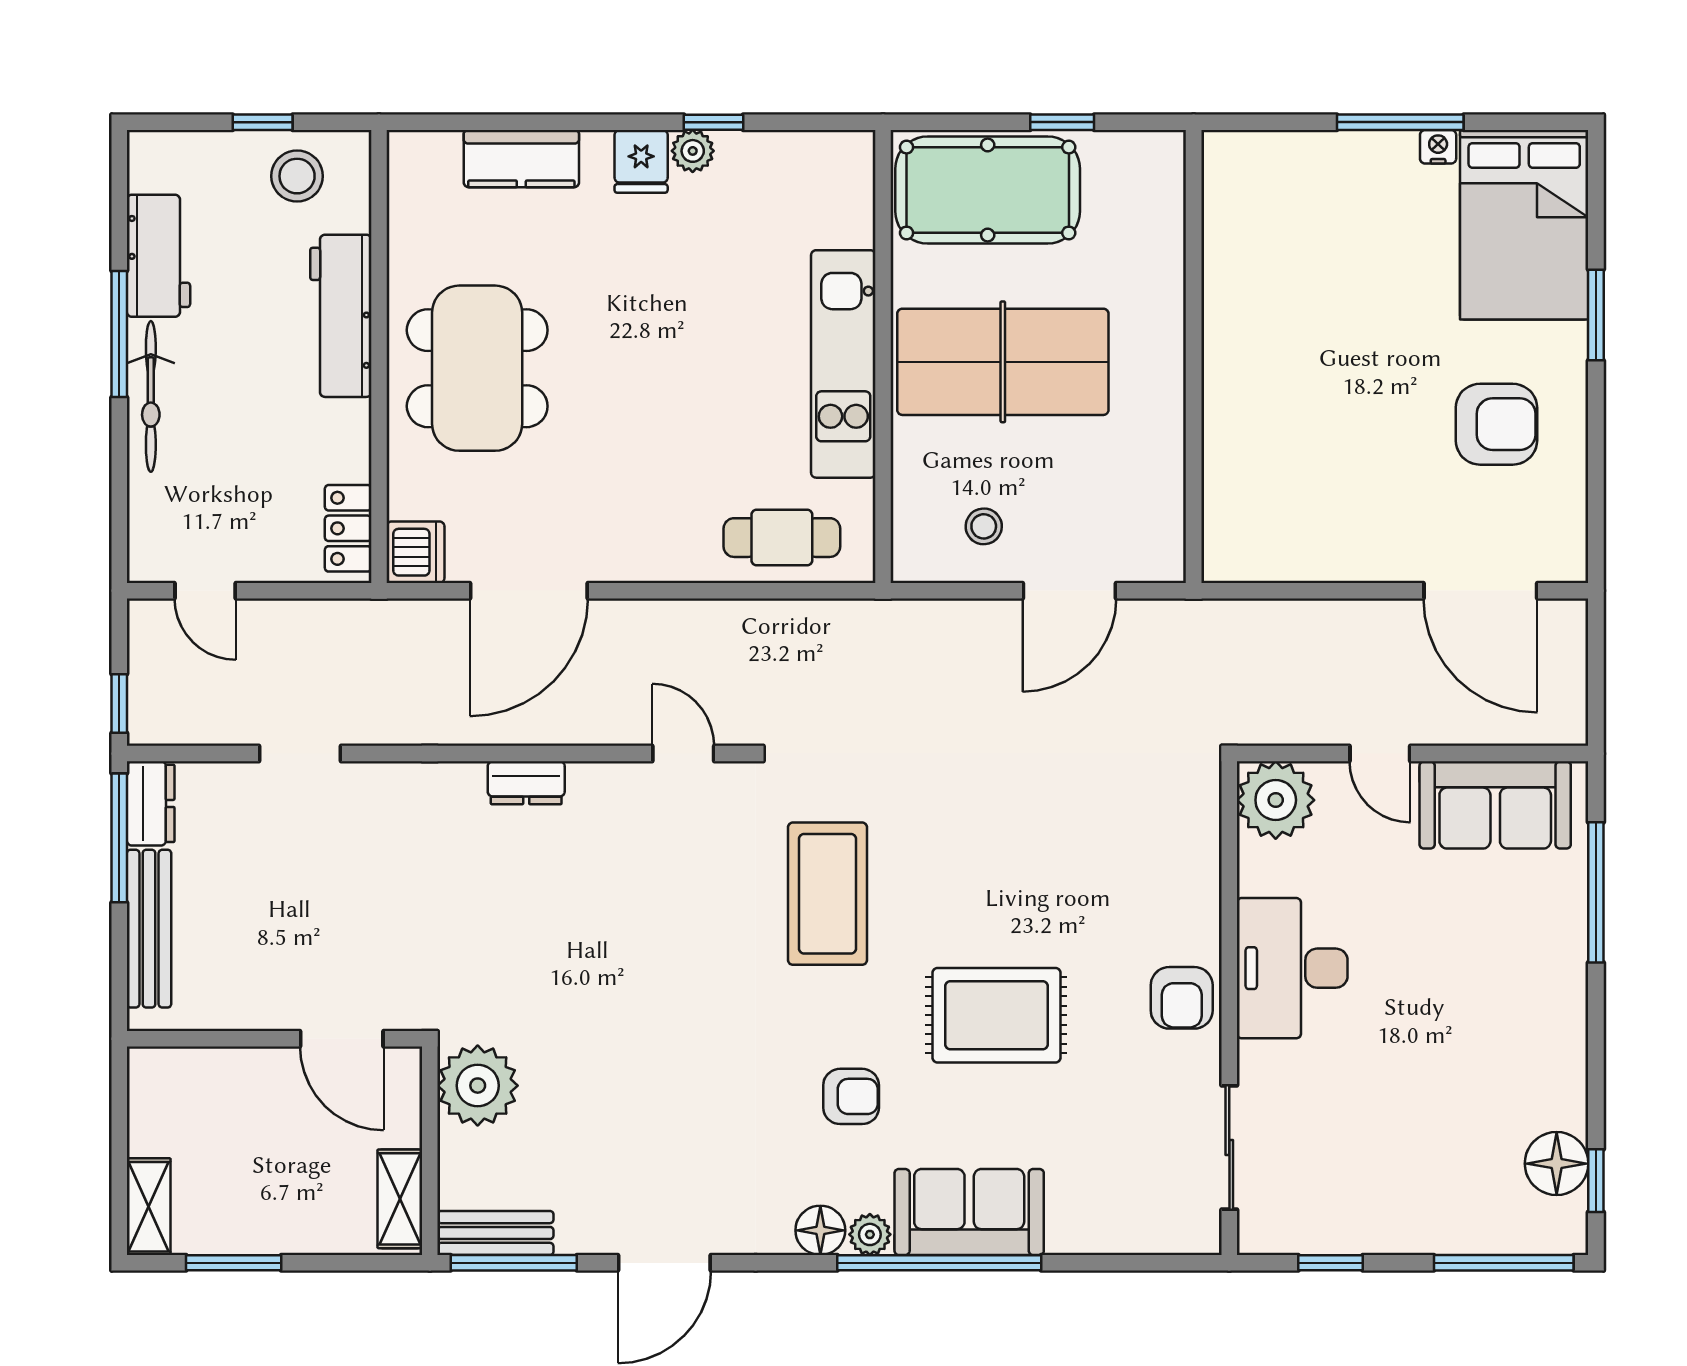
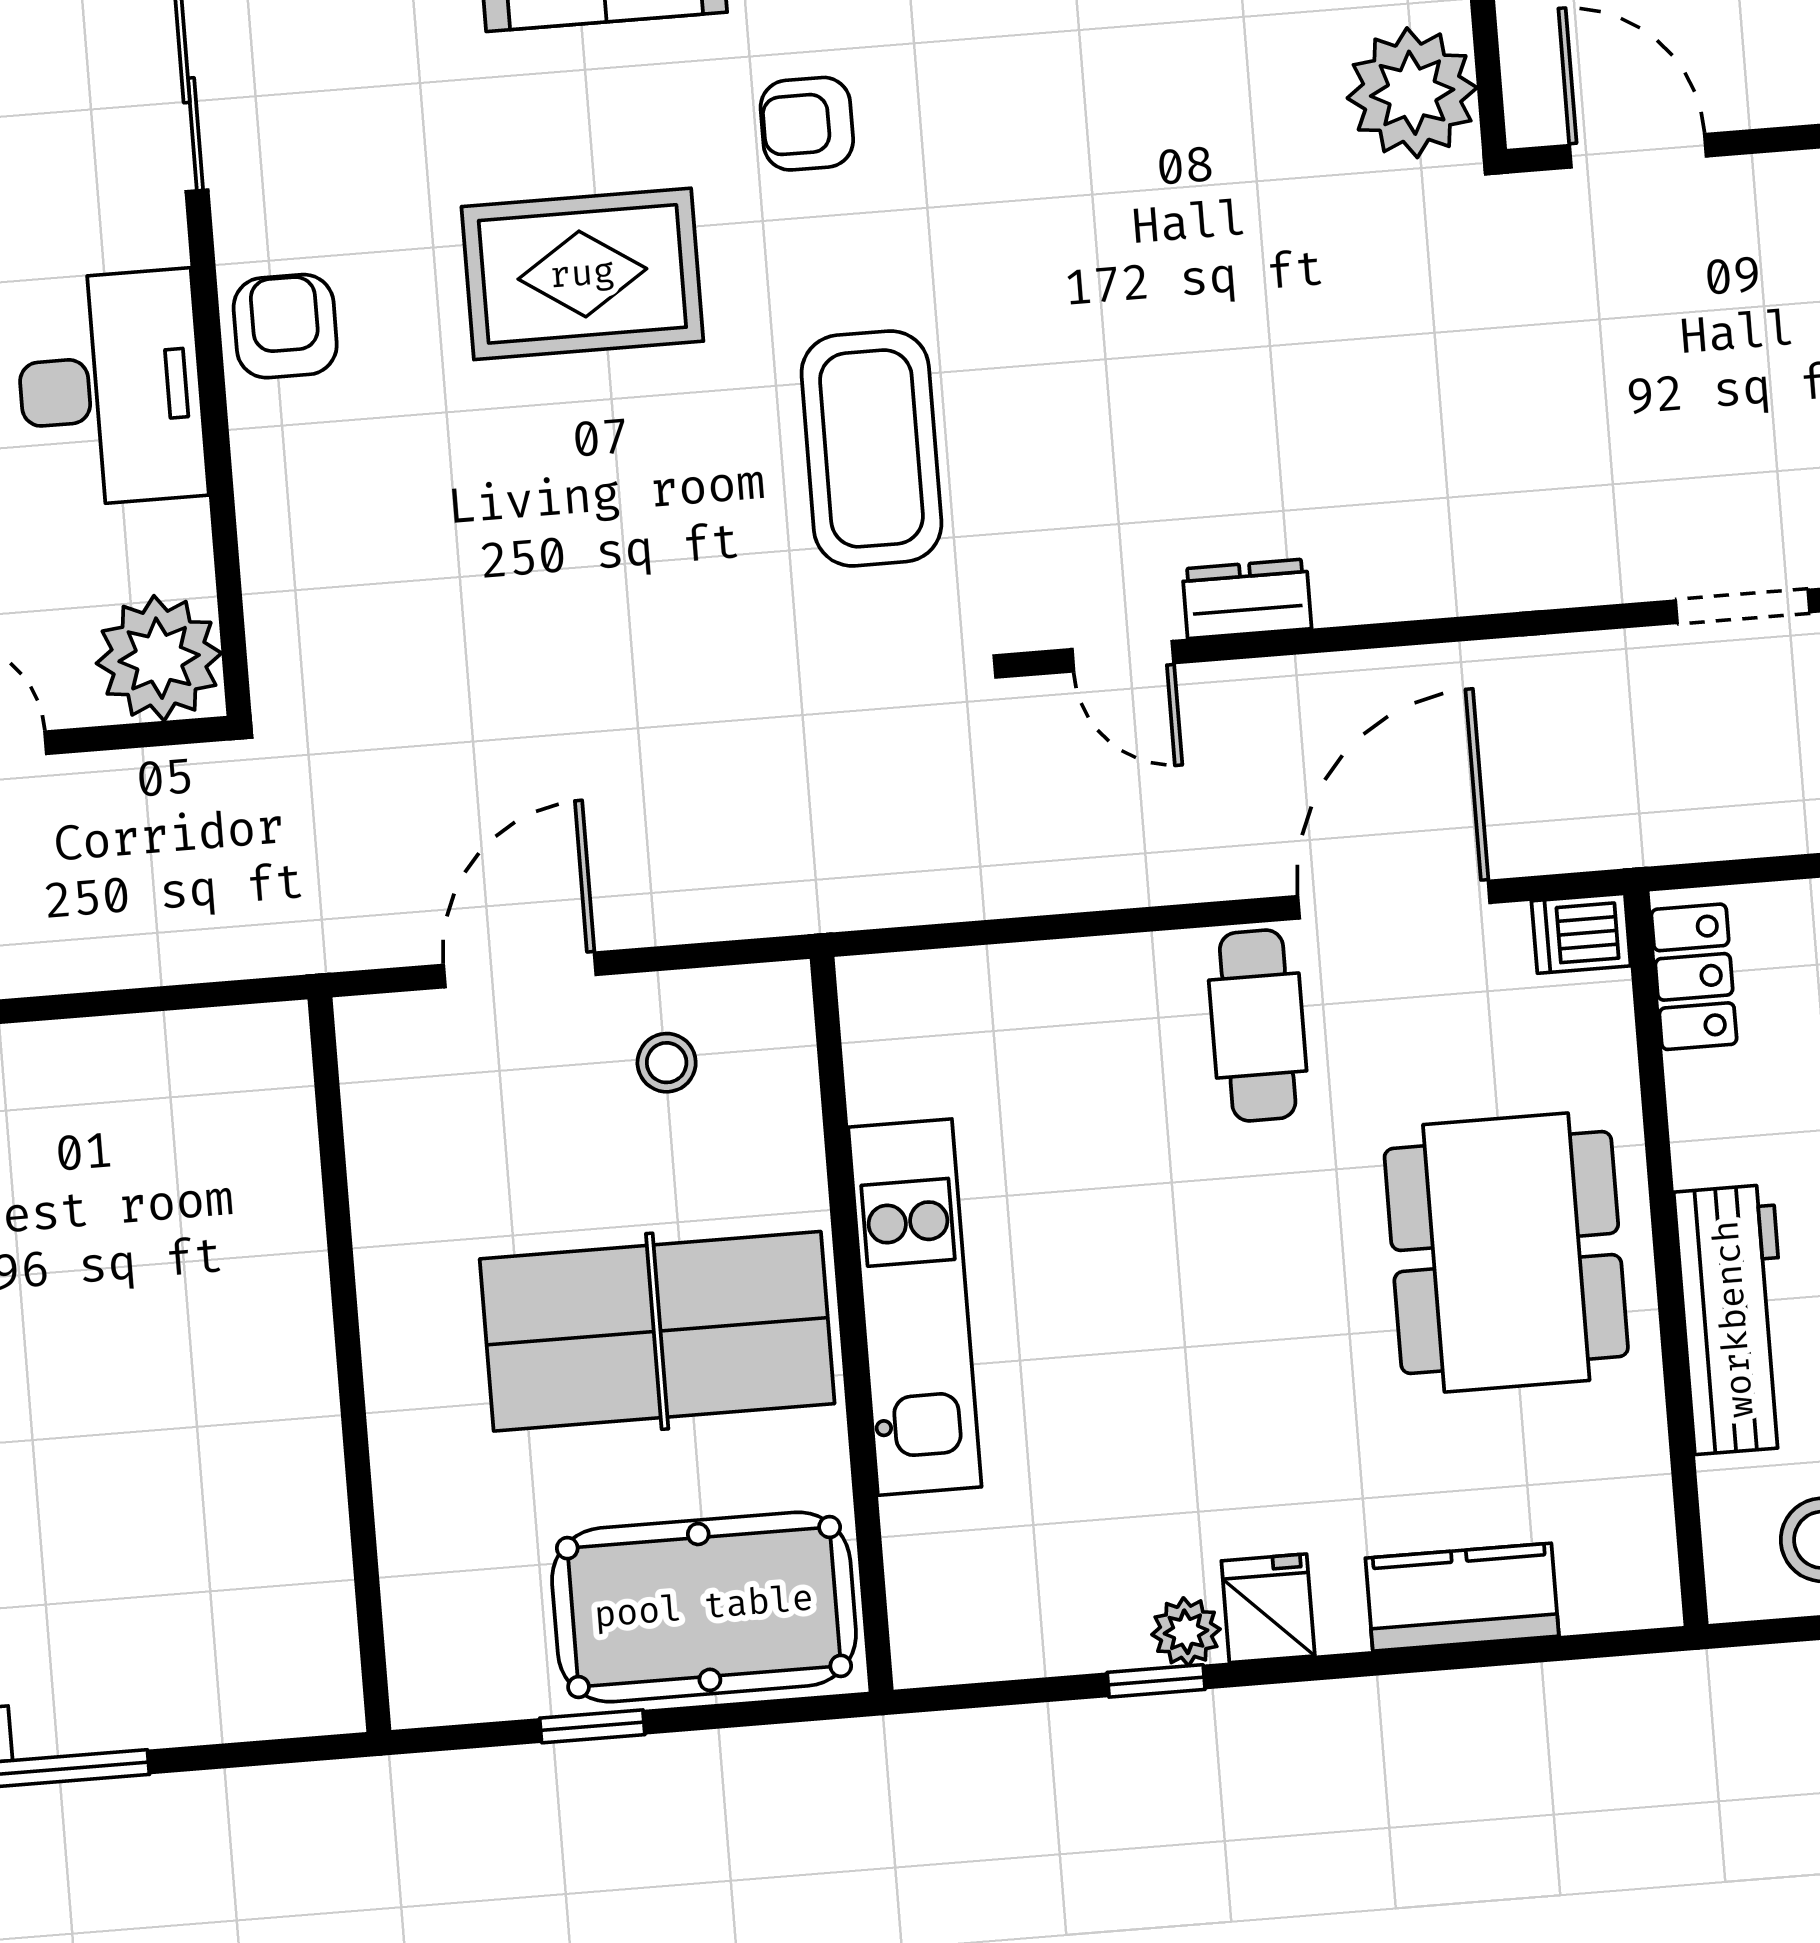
cafe table: (782, 538) -> (1258, 1026), moved, turned 90
dishwasher: (415, 552) -> (1581, 933), width x0.73
dresser: (526, 783) -> (1247, 599), moved

